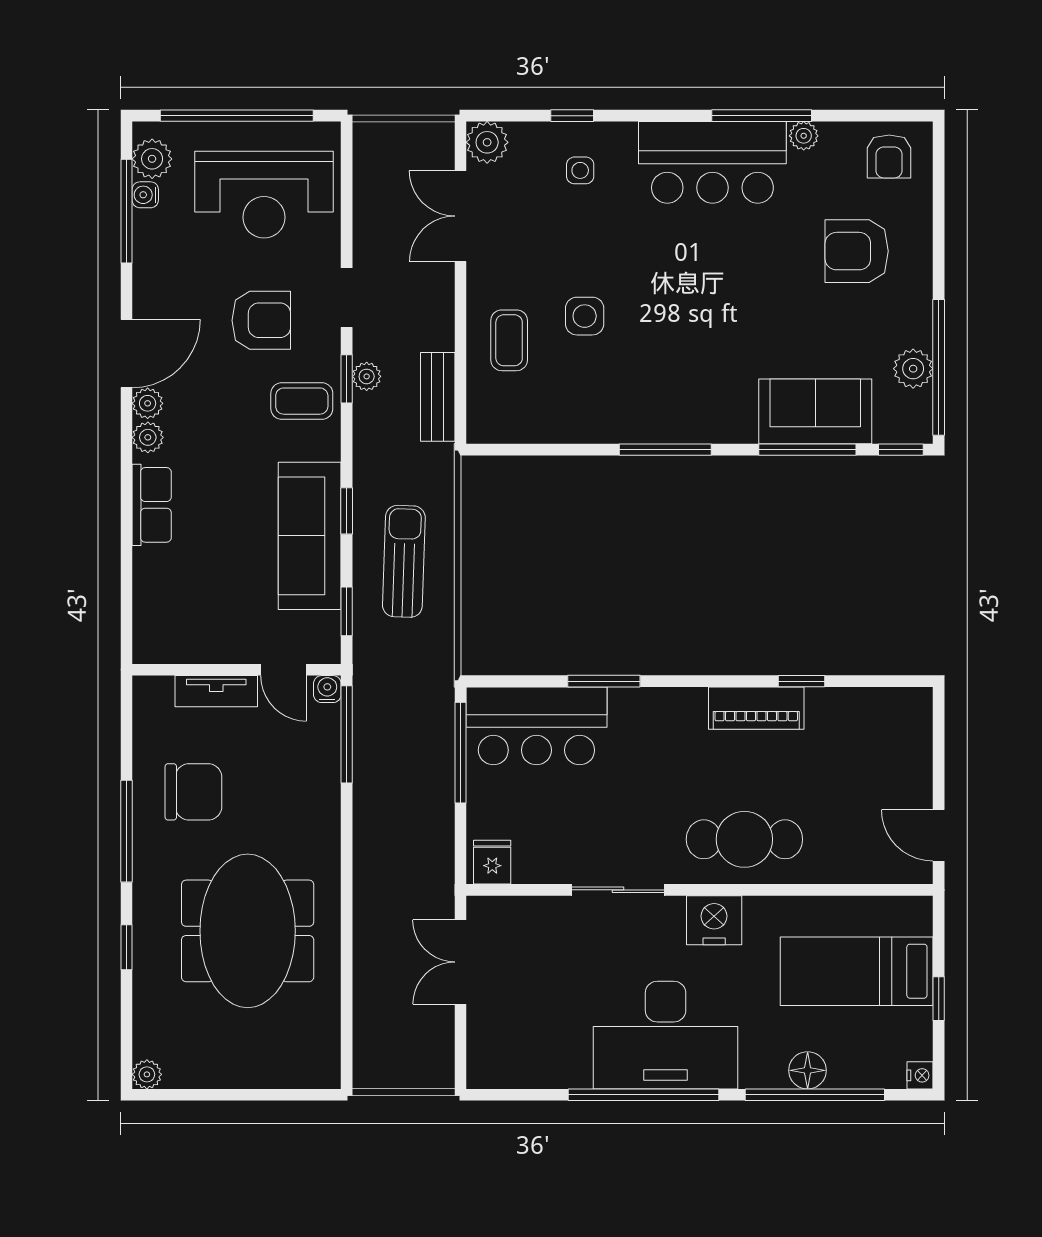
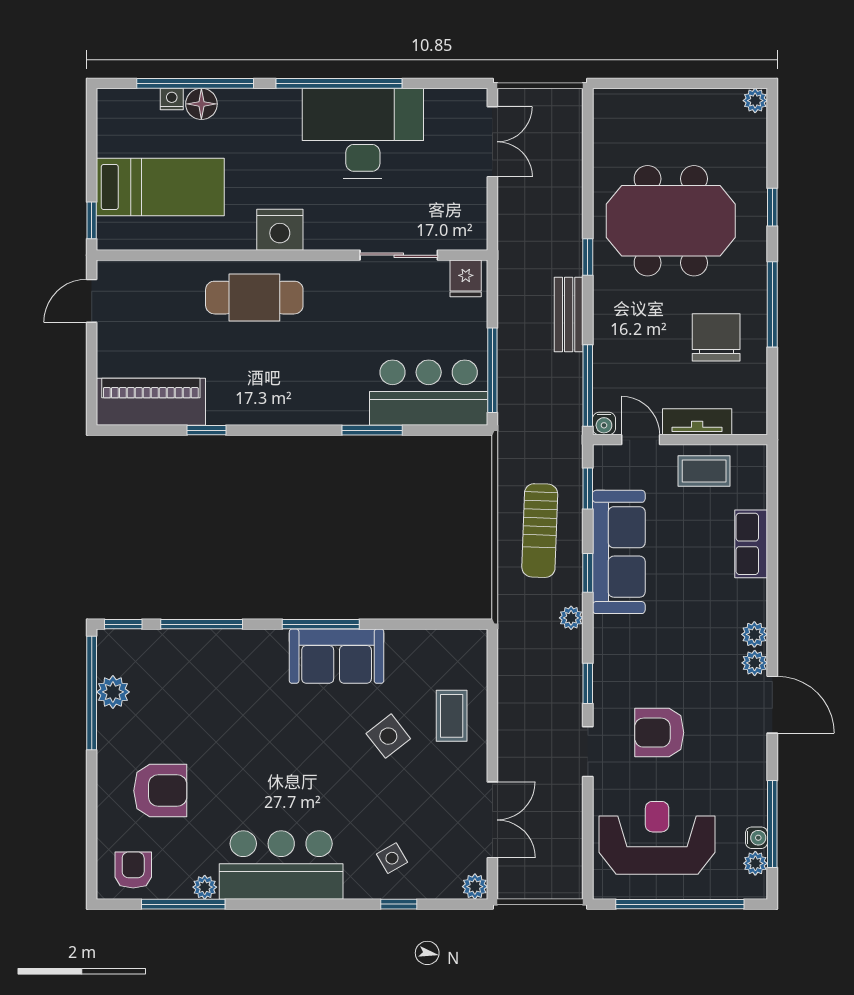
window: (762, 116) -> (183, 904), moved
plant: (487, 142) -> (475, 887), width x0.73, depth x0.73
plant: (152, 159) -> (755, 863), width x0.73, depth x0.73
side table: (580, 170) -> (392, 858), turned -30
side table: (585, 316) -> (388, 736), turned -38
door: (127, 354) -> (772, 705), swing flipped
plant: (367, 376) -> (571, 618), moved
bench: (438, 397) -> (569, 315), moved
coffee table: (302, 401) -> (704, 471), moved
sofa: (815, 411) -> (337, 656), moved
row of seats: (152, 505) -> (751, 544), moved
piano: (756, 708) -> (151, 402), moved, width x1.37, depth x1.33
chair: (193, 792) -> (716, 337), turned 90
door: (939, 835) -> (92, 301), swing flipped
window: (347, 888) -> (588, 257), added
sliding door: (618, 890) -> (399, 255), moved
meeting table: (248, 931) -> (671, 221), turned 90
double door: (460, 962) -> (492, 142), moved
window: (939, 999) -> (92, 220), moved
desk: (666, 1035) -> (363, 133), moved
nightstand: (920, 1075) -> (172, 99), moved, turned 90

